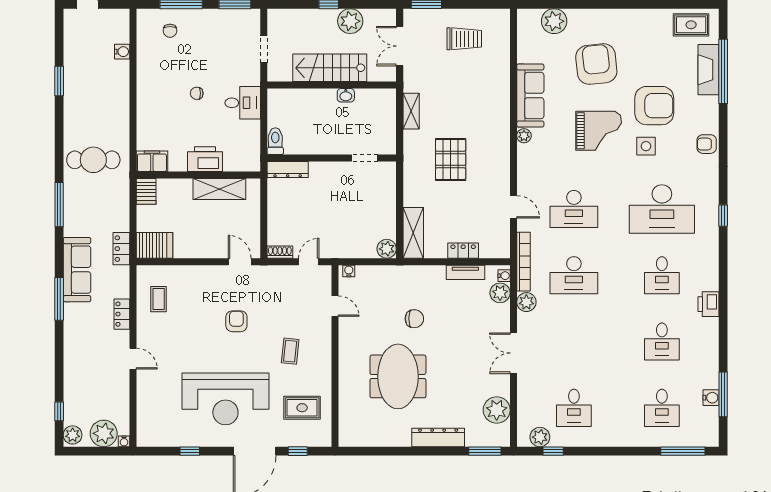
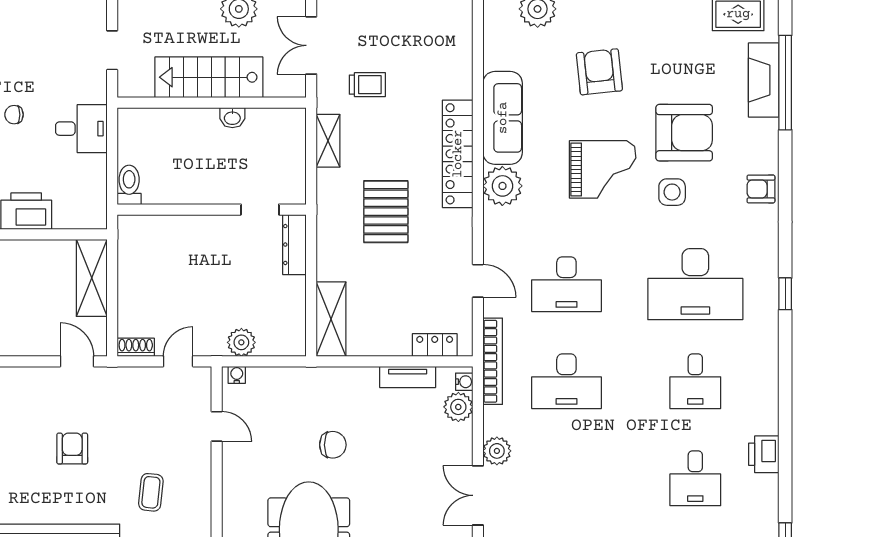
trolley: (464, 39) -> (367, 85), moved, width x0.73, depth x0.72
armchair: (596, 64) -> (599, 72), width x0.73, depth x0.73
locker: (500, 120) -> (458, 154), added
plant: (524, 136) -> (502, 186), width x1.88, depth x1.88
dresser: (288, 170) -> (294, 245), moved, turned 90
shelving: (219, 189) -> (92, 278), moved, turned 90
plant: (387, 249) -> (241, 342), moved
locker: (463, 251) -> (435, 345), moved
plant: (526, 302) -> (497, 451), moved
printer: (709, 304) -> (764, 454), moved

